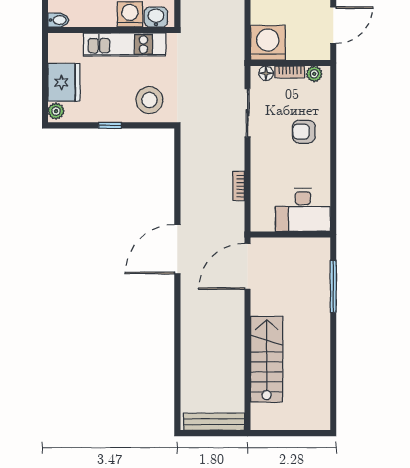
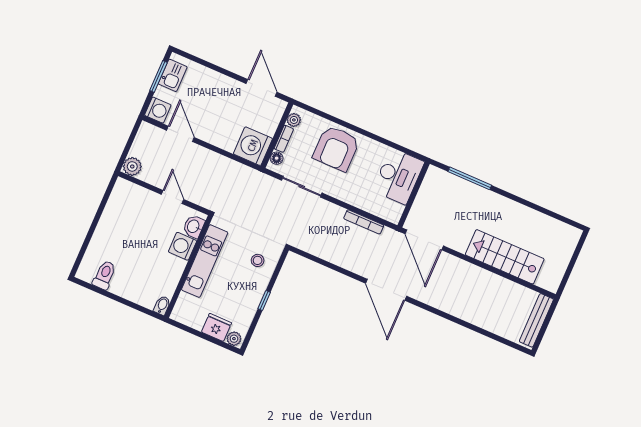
fridge: (64, 82) -> (216, 327), width x0.73, depth x0.75
stool: (149, 100) -> (258, 260), width x0.53, depth x0.53
armchair: (304, 132) -> (336, 148), width x1.88, depth x1.88
bookcase: (239, 186) -> (364, 222), width x1.56

